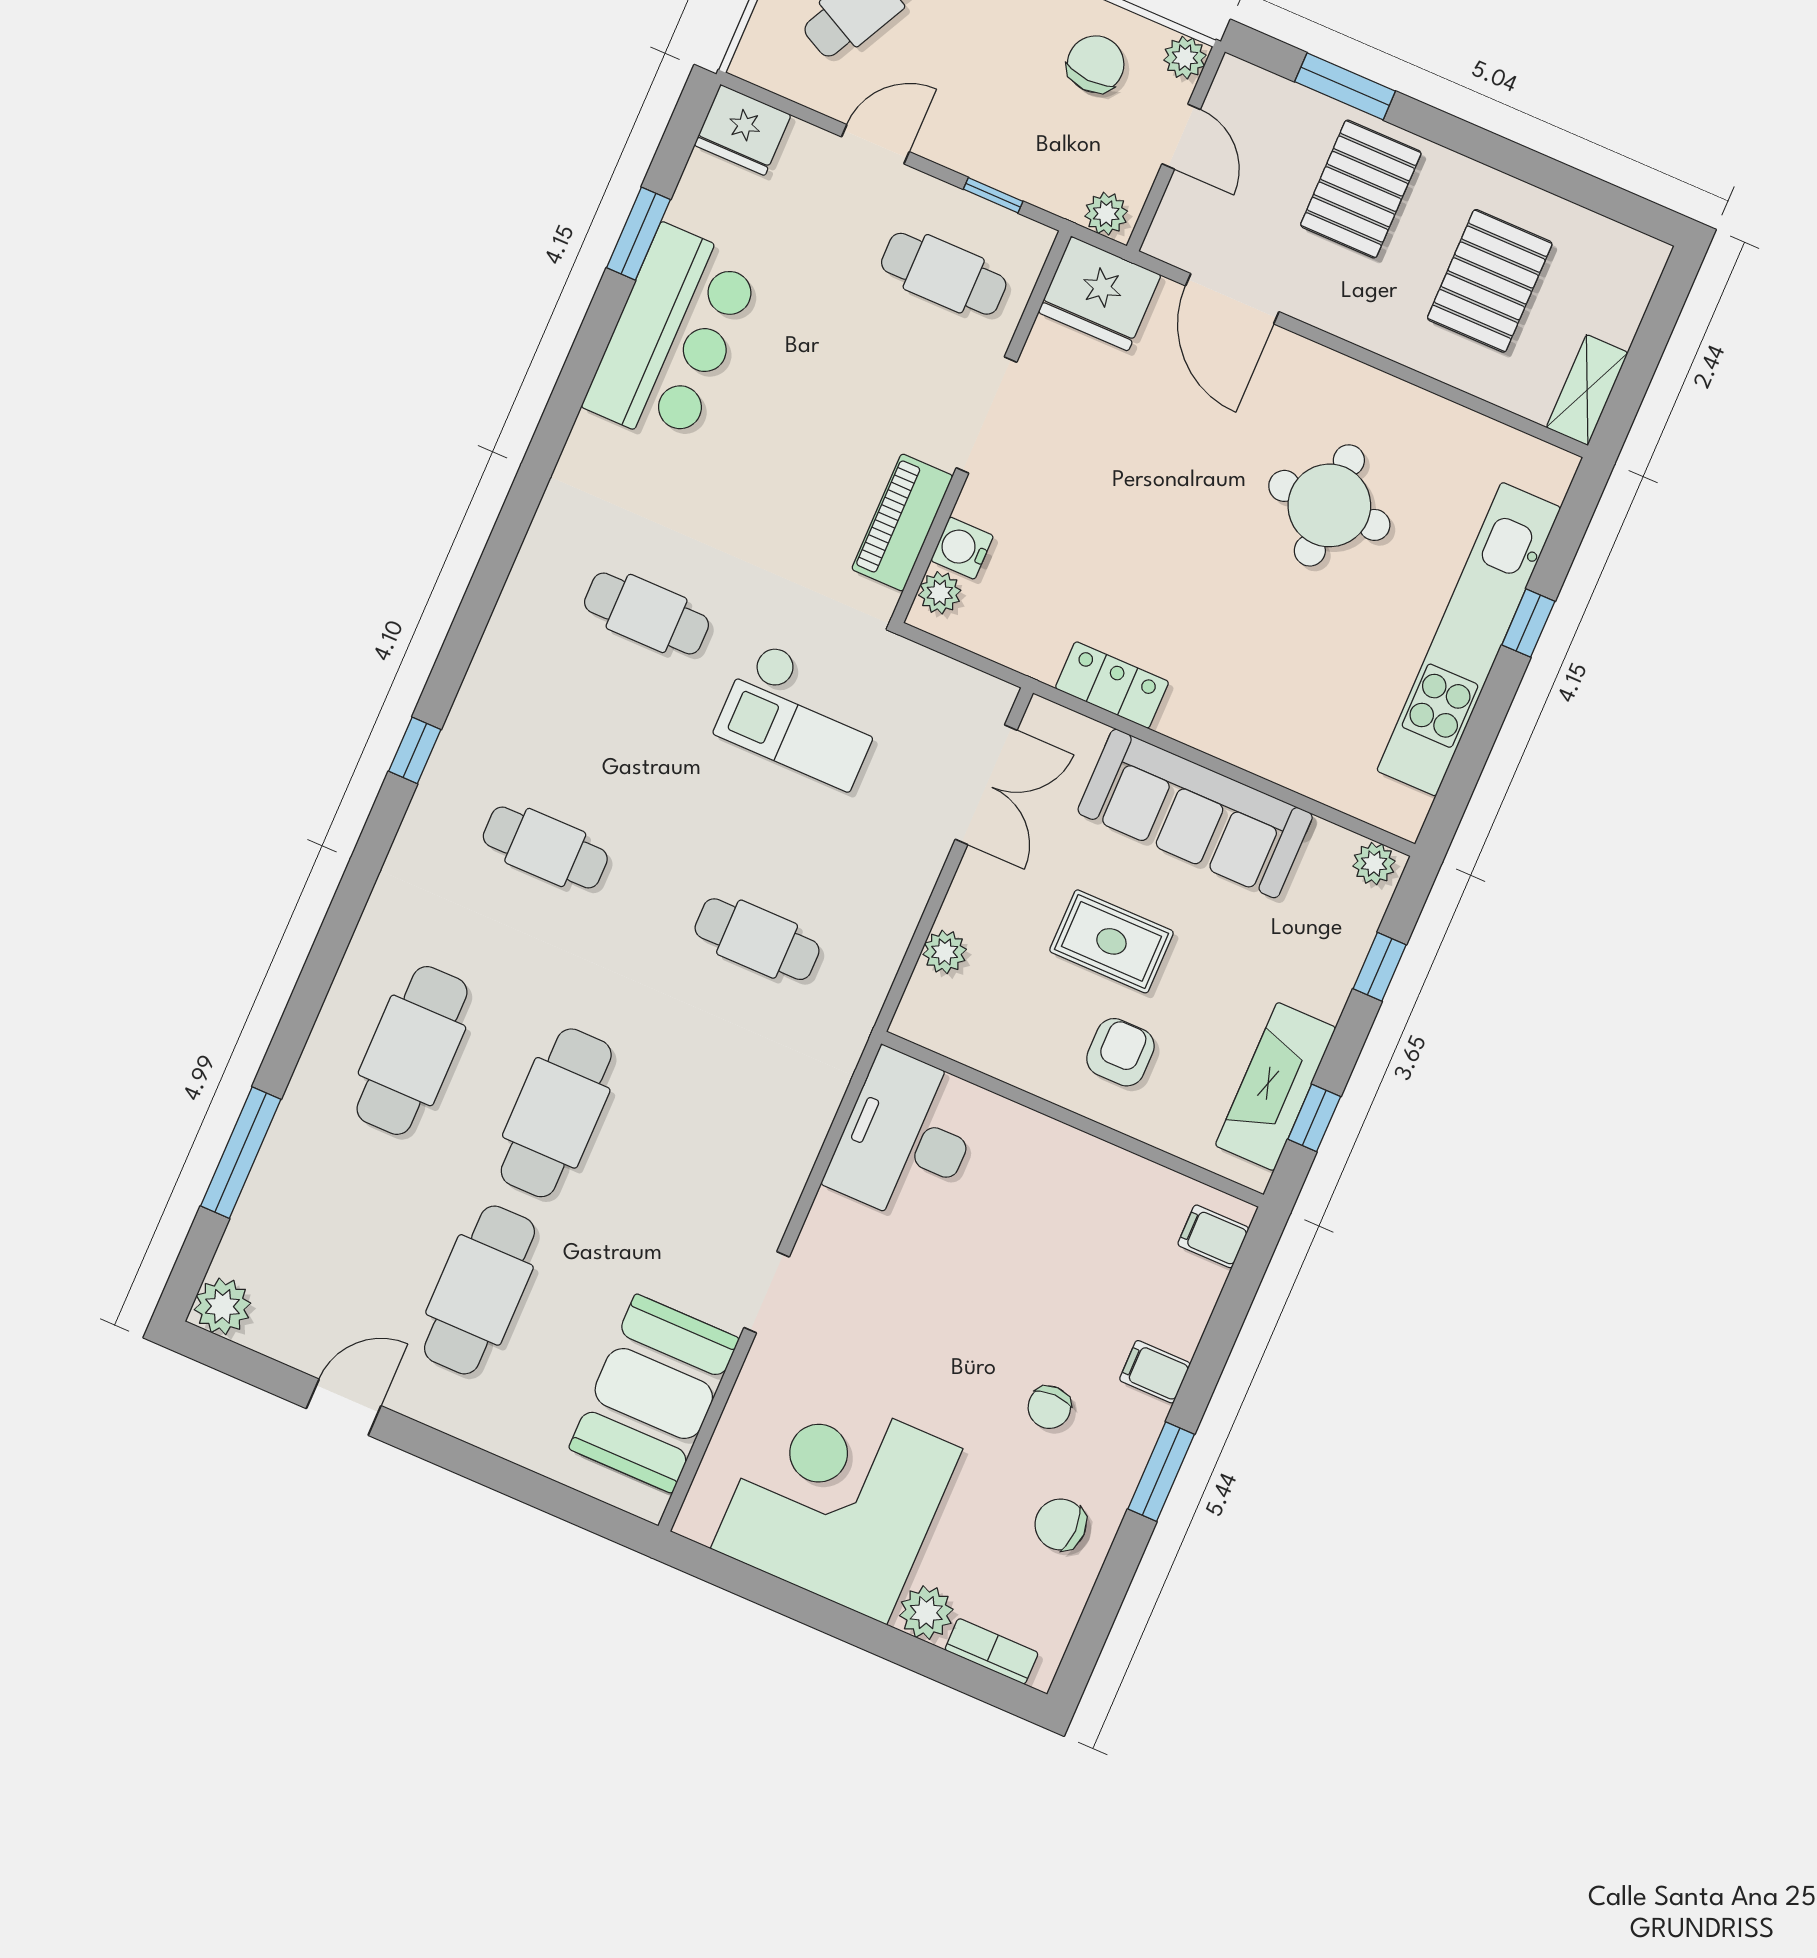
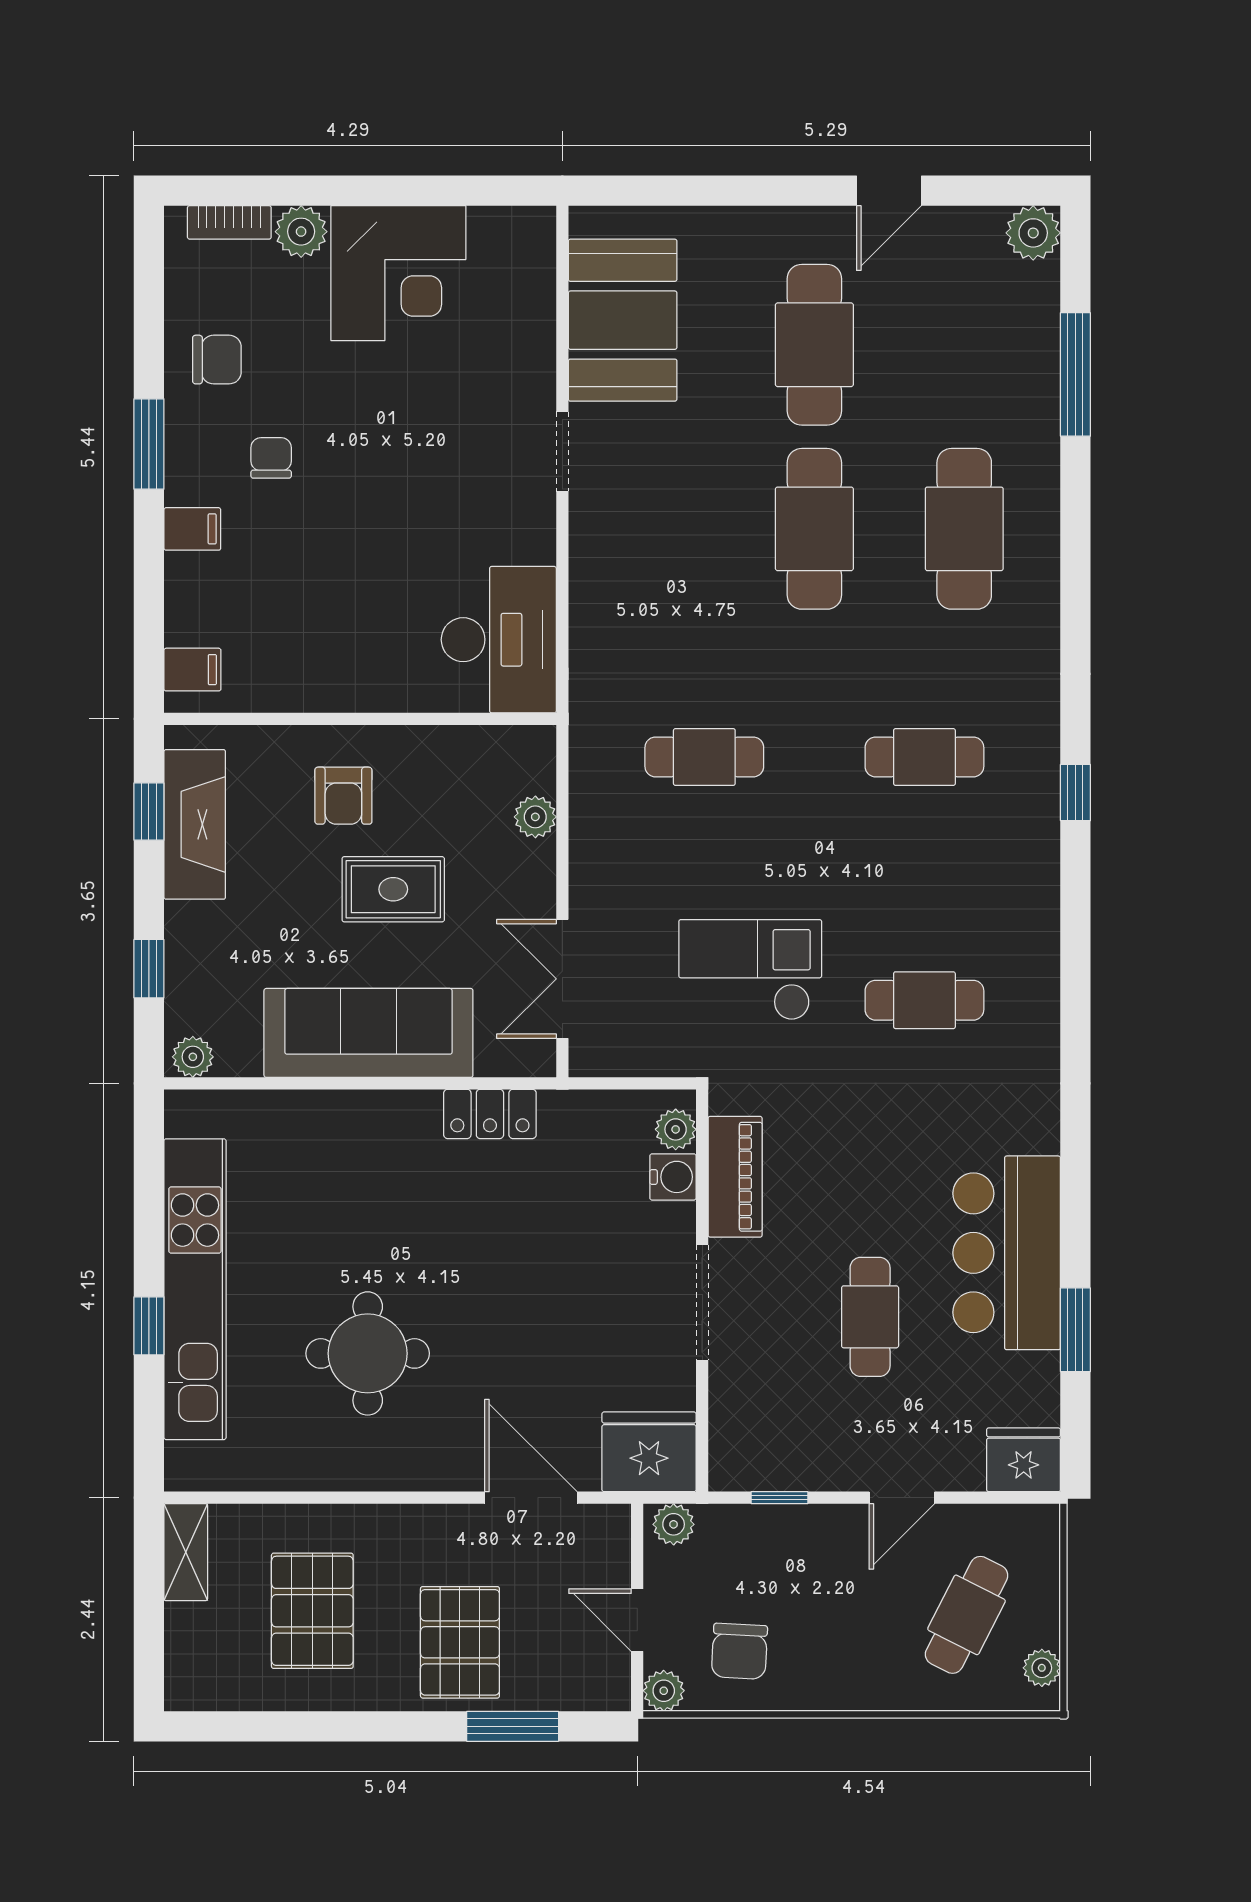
cafe table: (944, 274) -> (870, 1317), moved, turned 90
corner desk: (837, 1499) -> (398, 273), width x0.74, depth x0.74

